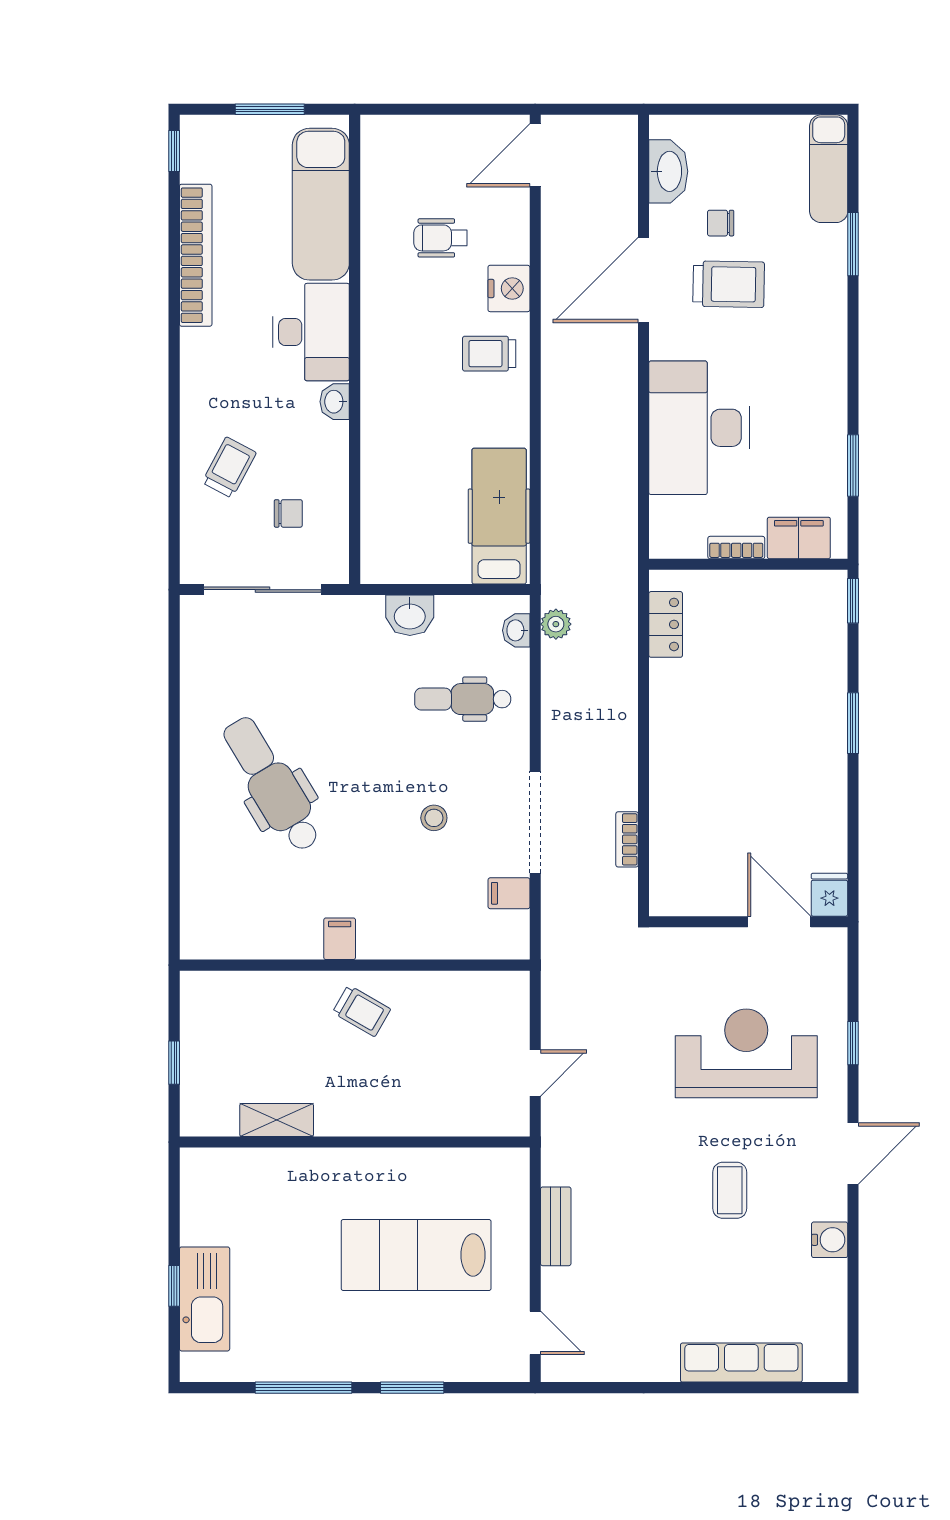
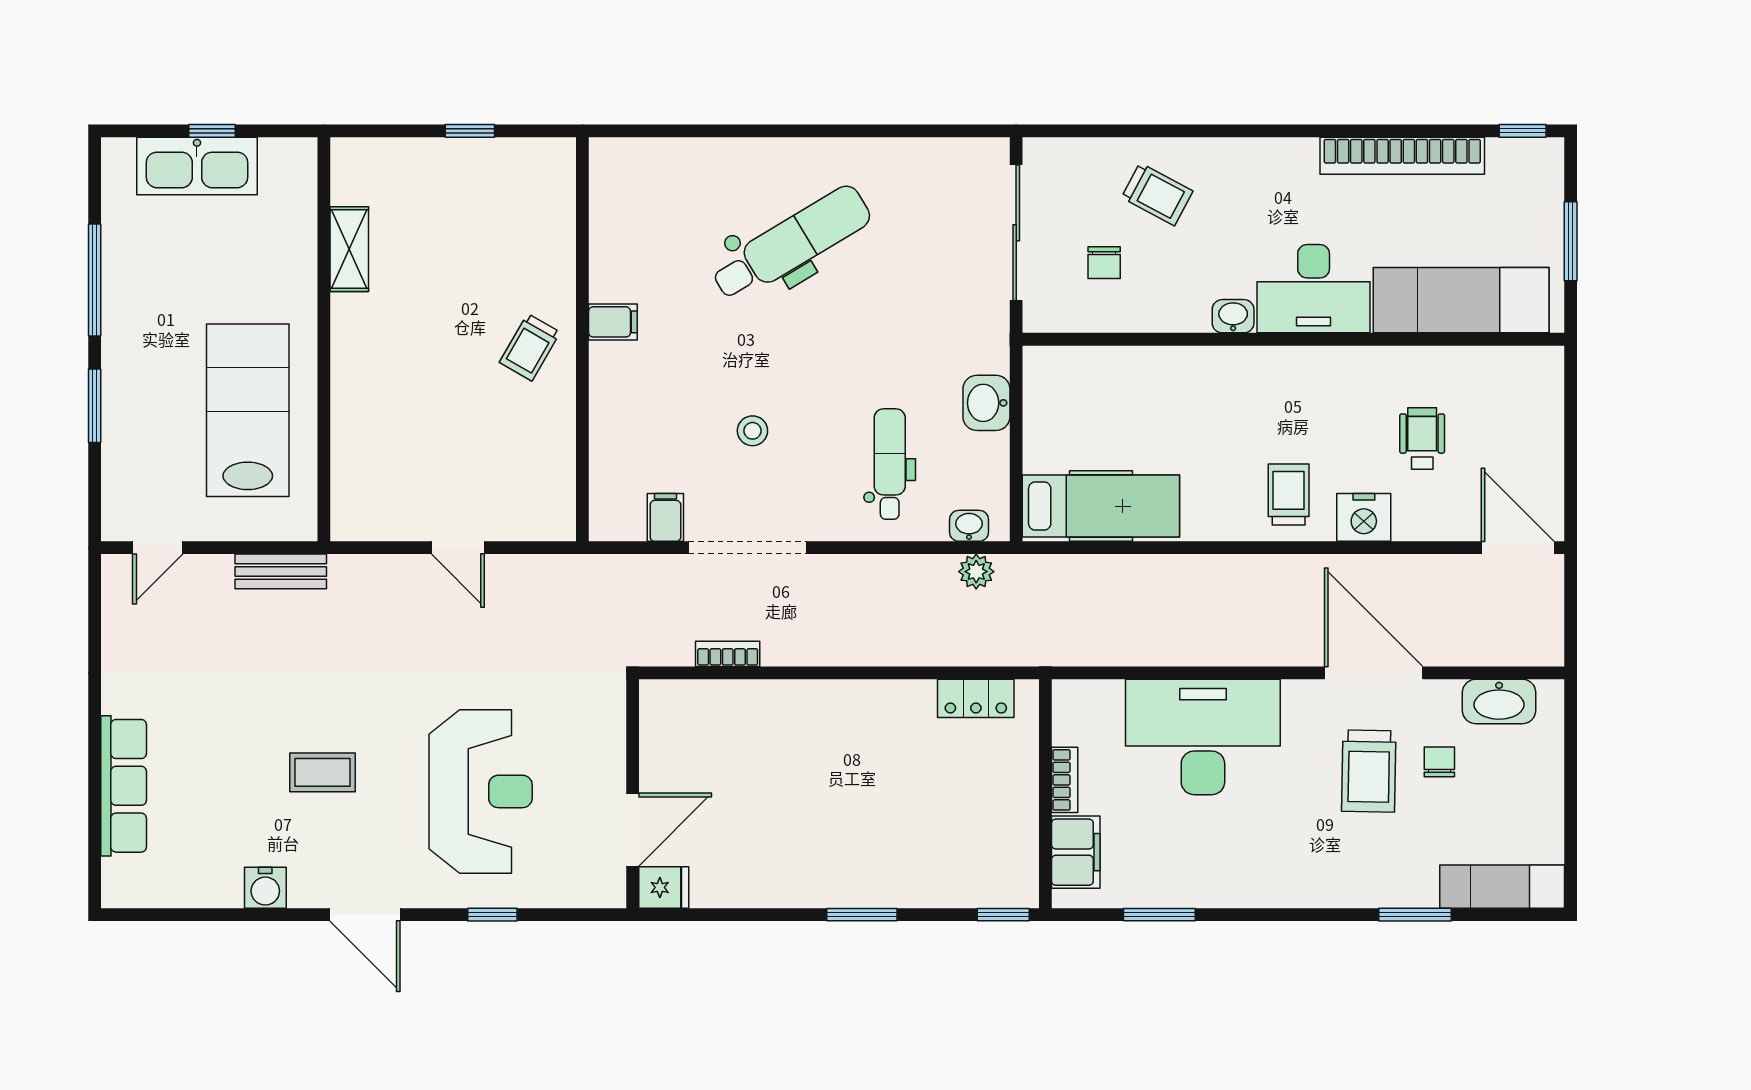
shelving: (277, 1120) -> (349, 249), moved
wall: (355, 1142) -> (324, 339), moved

